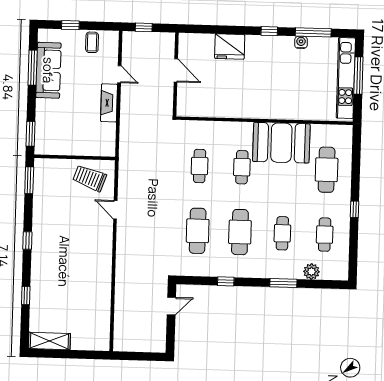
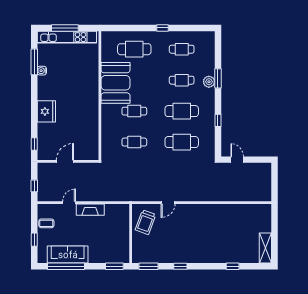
window: (269, 31) -> (34, 144), moved
fridge: (230, 47) -> (46, 111), moved
window: (33, 68) -> (66, 266), width x1.46
window: (27, 240) -> (180, 266), moved
plant: (311, 272) -> (209, 82), moved

